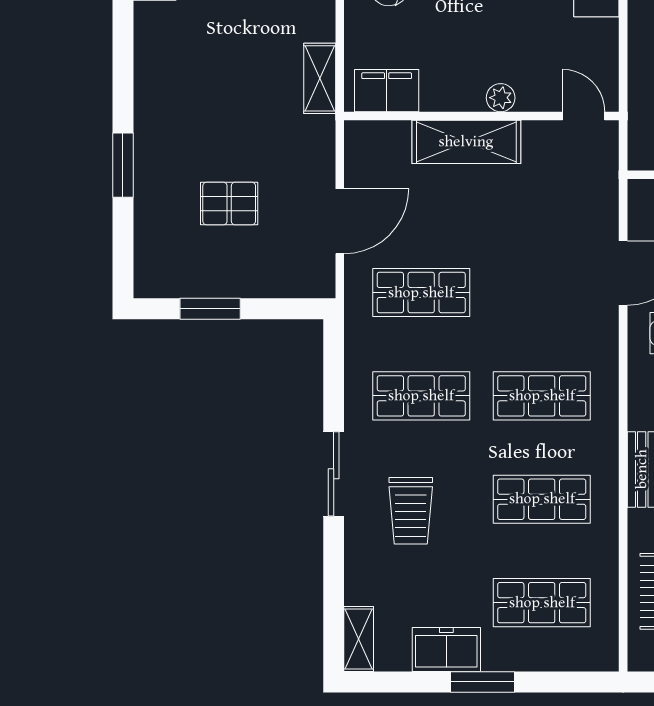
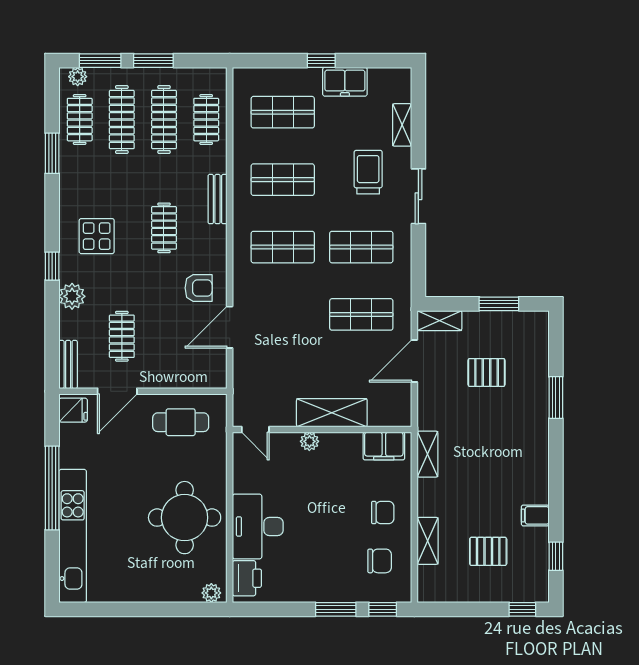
shelving: (301, 283) -> (439, 321), added
shelving: (359, 639) -> (402, 125), moved
window: (483, 682) -> (321, 61), width x0.67

